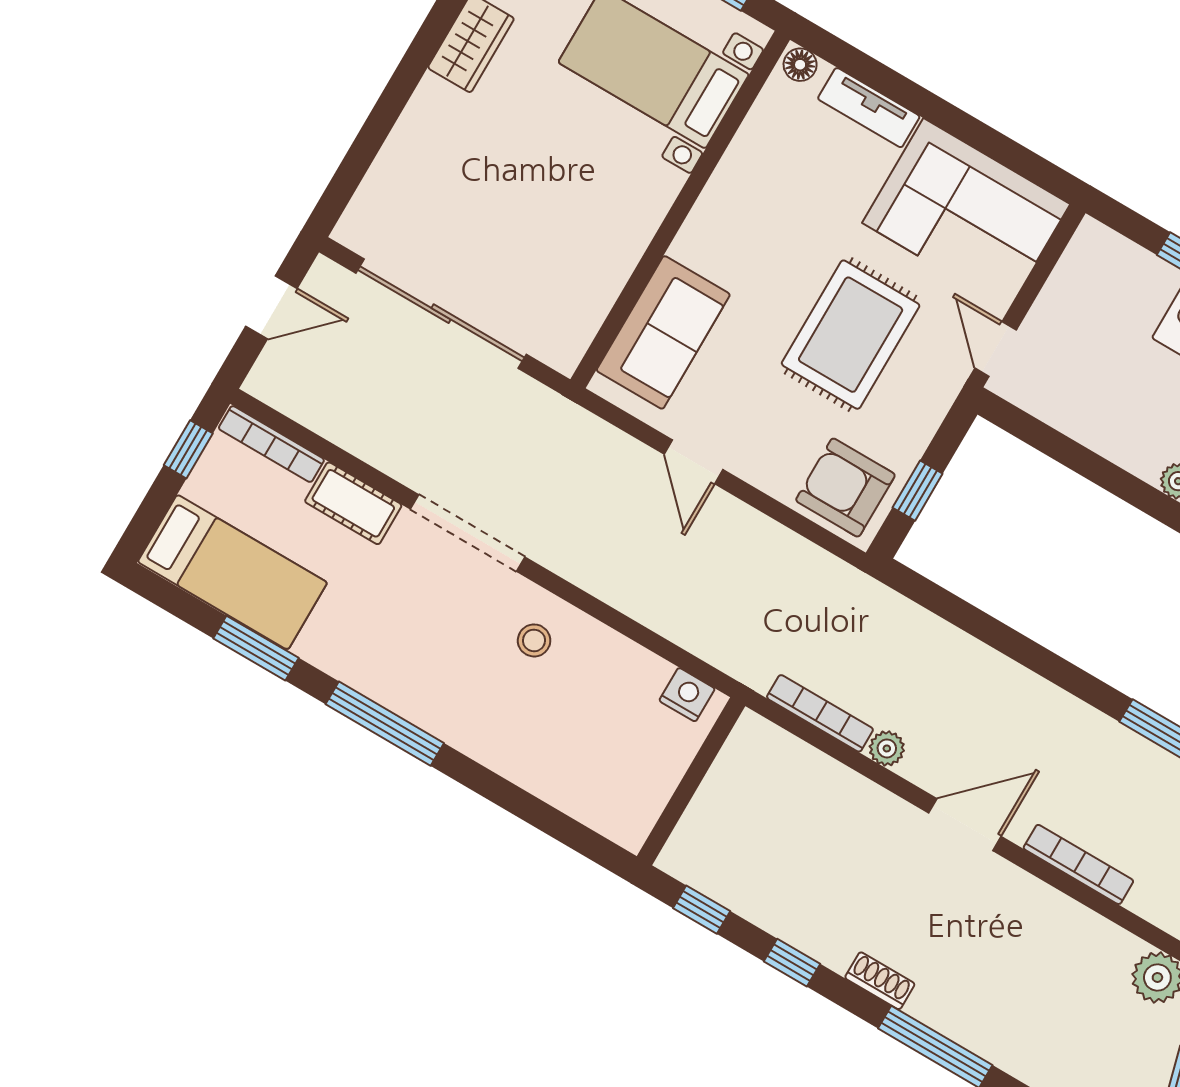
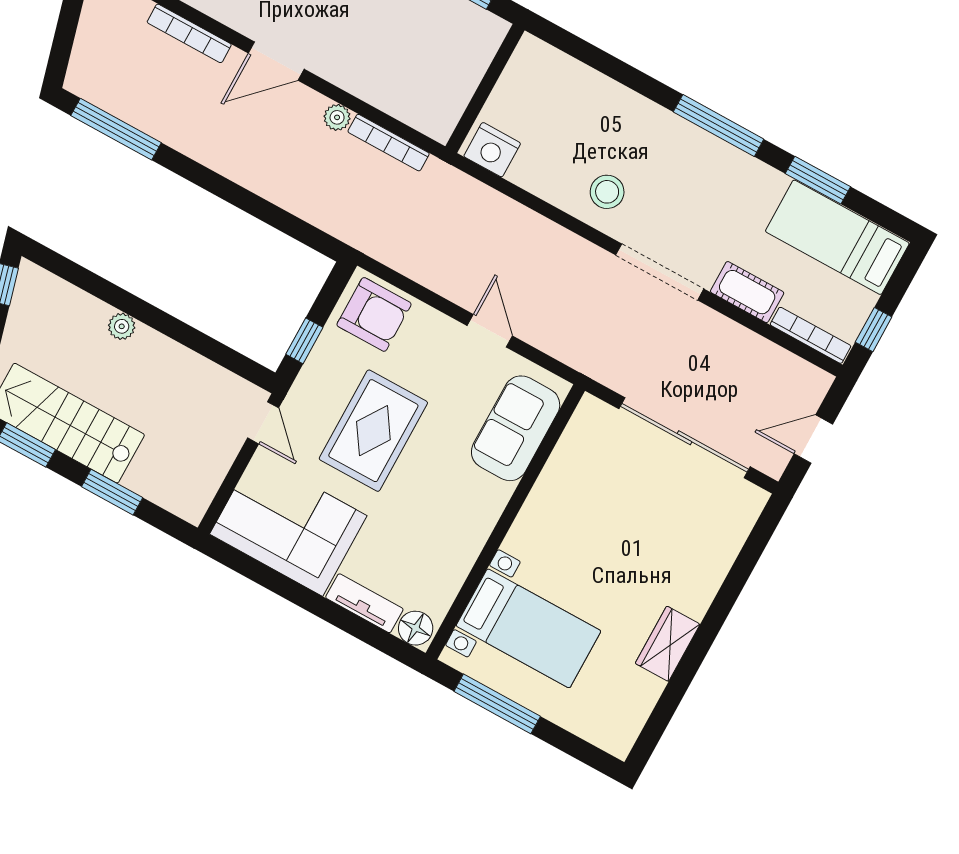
floor lamp: (800, 65) -> (416, 628), width x1.37, depth x1.37
window: (918, 491) -> (304, 341), moved
stool: (534, 640) -> (607, 192), width x1.37, depth x1.37
nightstand: (687, 695) -> (492, 150), width x1.36, depth x1.33

